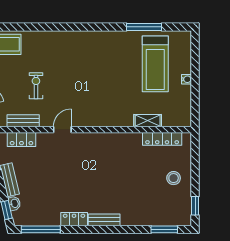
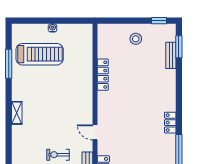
shelving: (148, 121) -> (17, 113), moved
locker: (162, 139) -> (103, 75), moved
bench: (104, 220) -> (171, 55), moved

